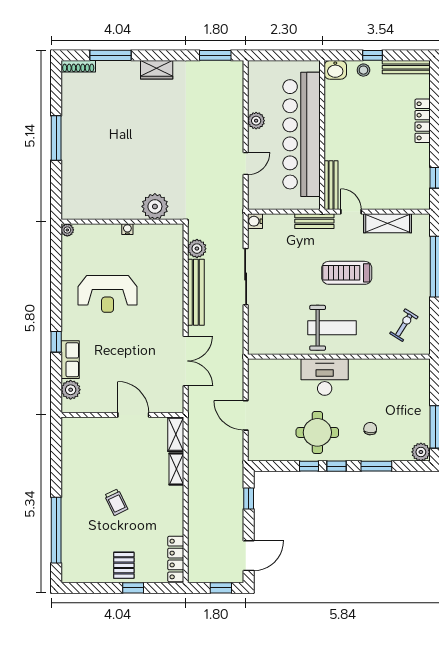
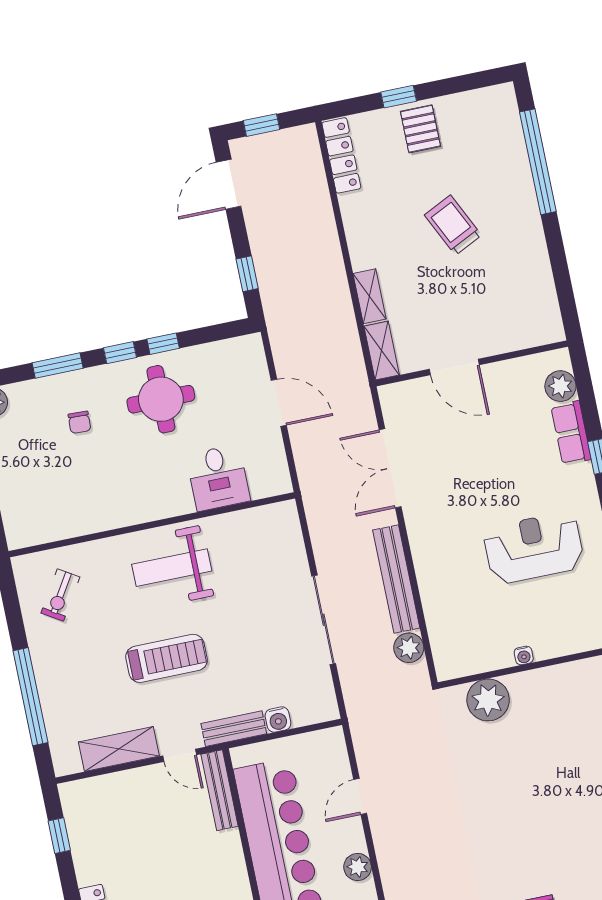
water cooler: (255, 221) -> (278, 720), moved, turned 90
desk: (325, 377) -> (218, 478), moved, width x0.73
trolley: (116, 502) -> (453, 225), width x1.36, depth x1.39

